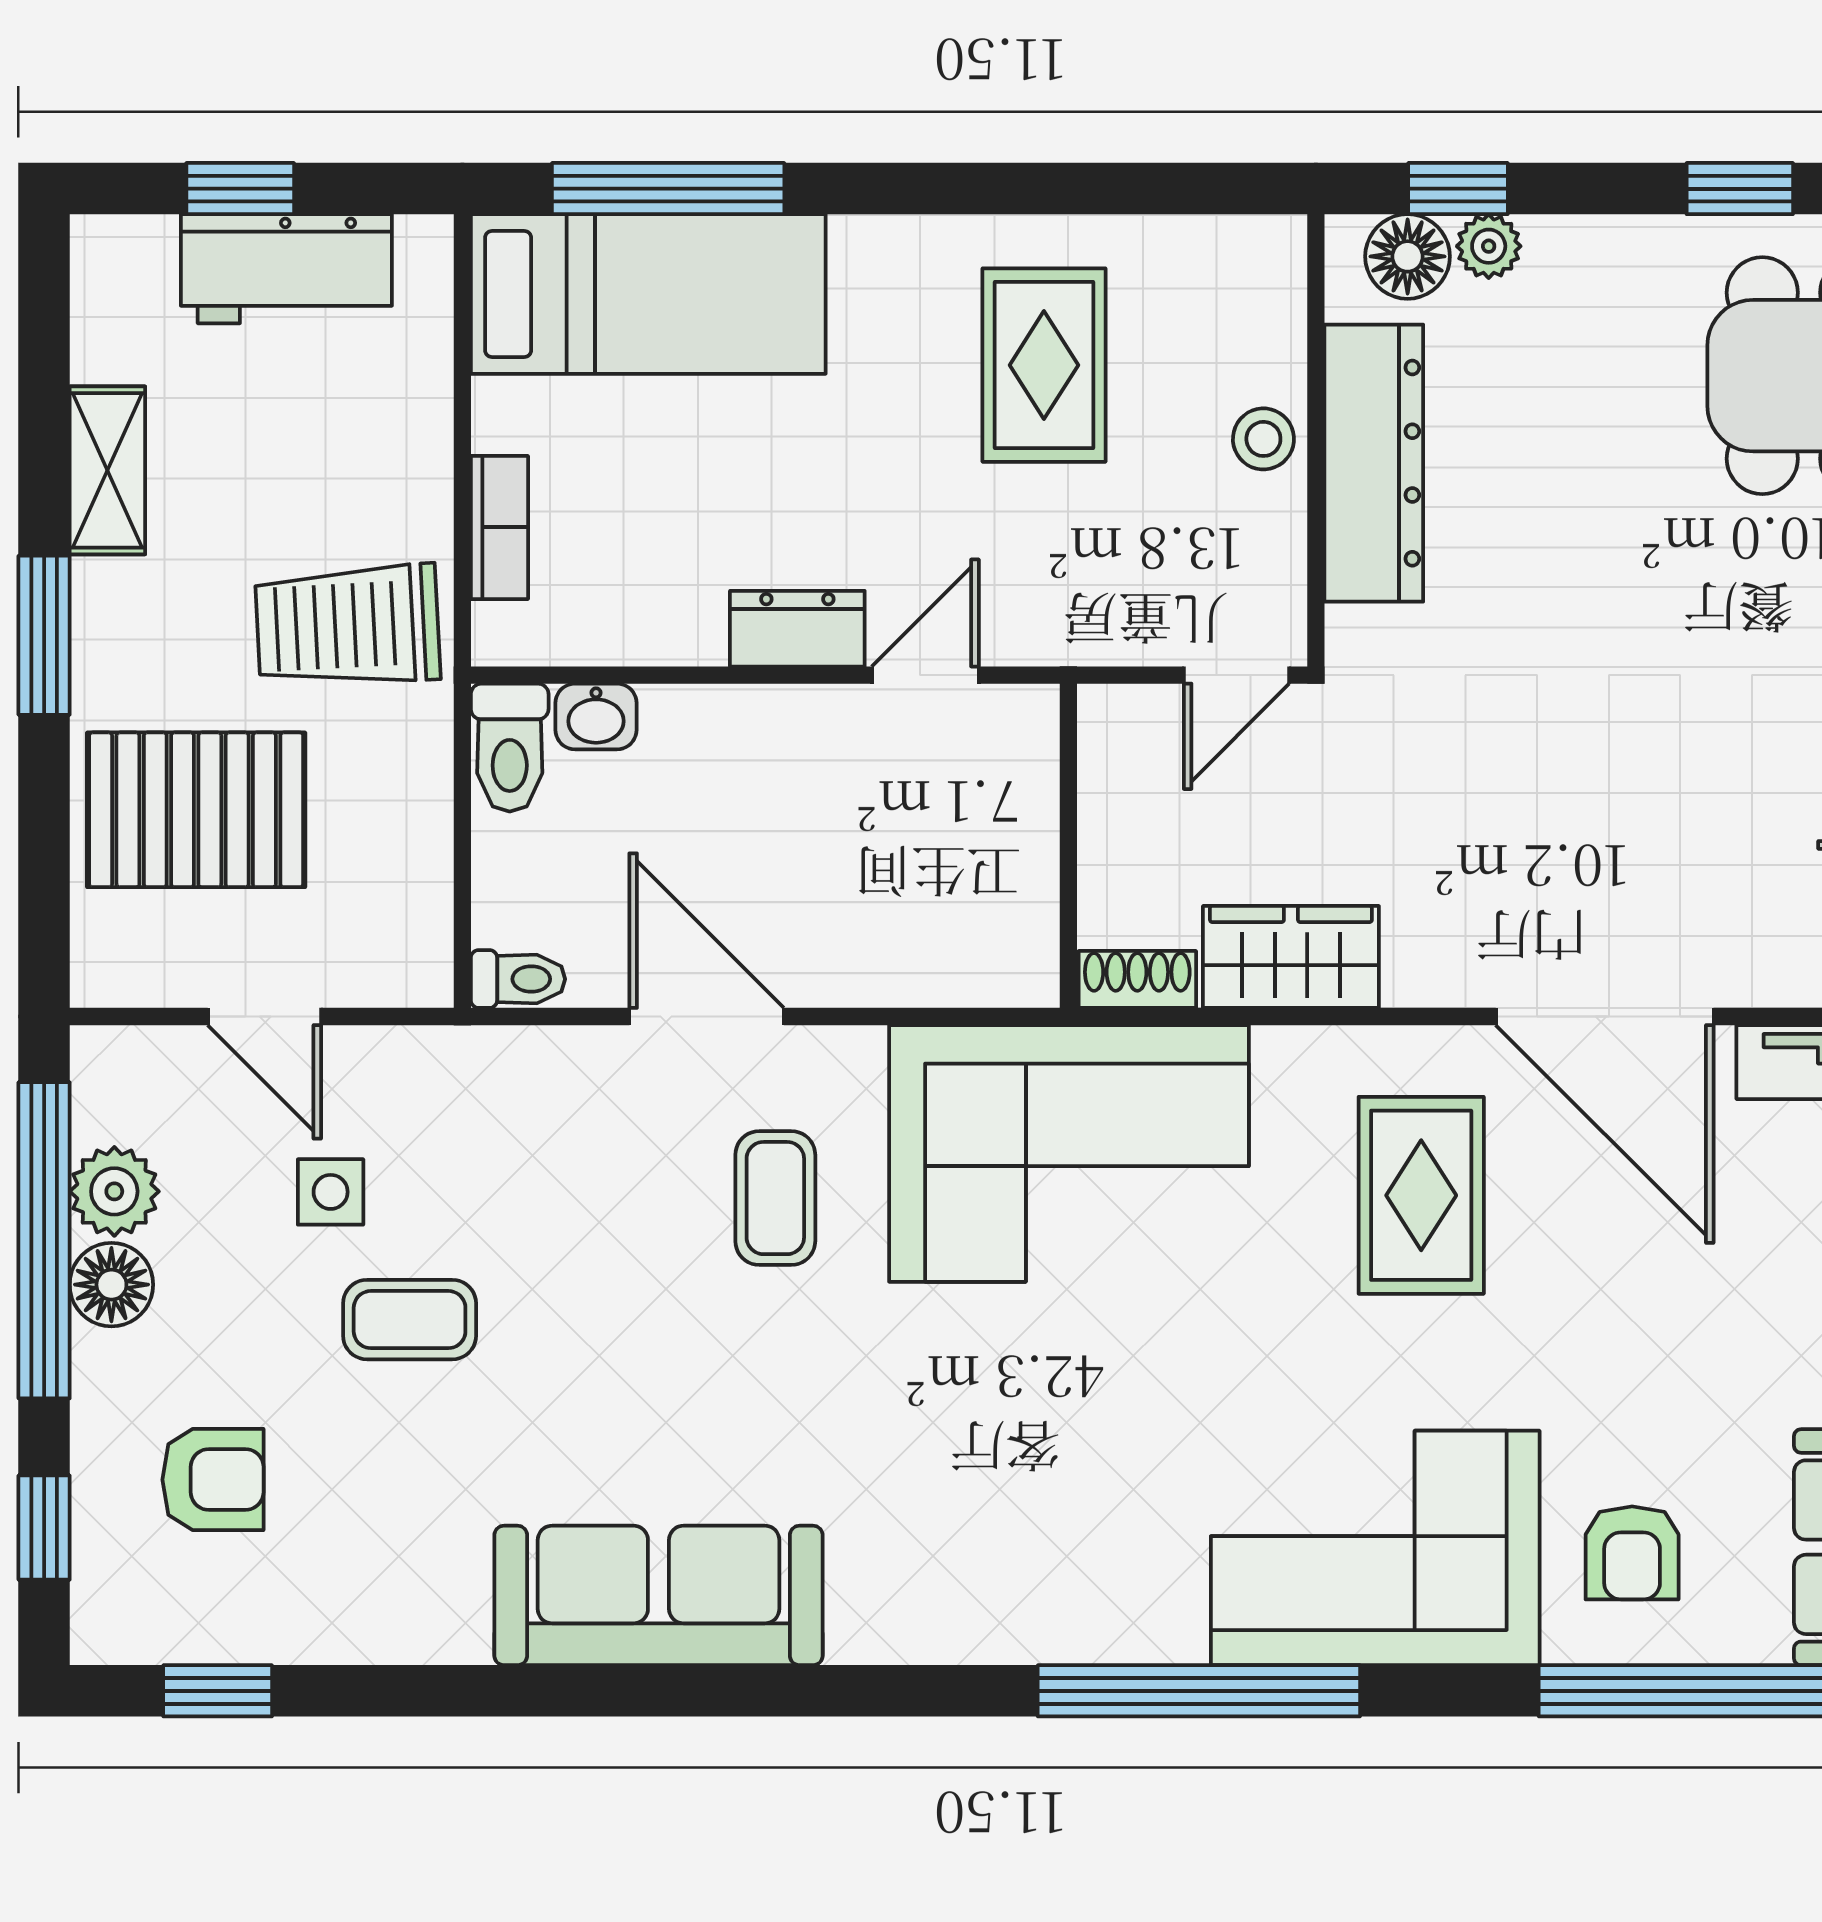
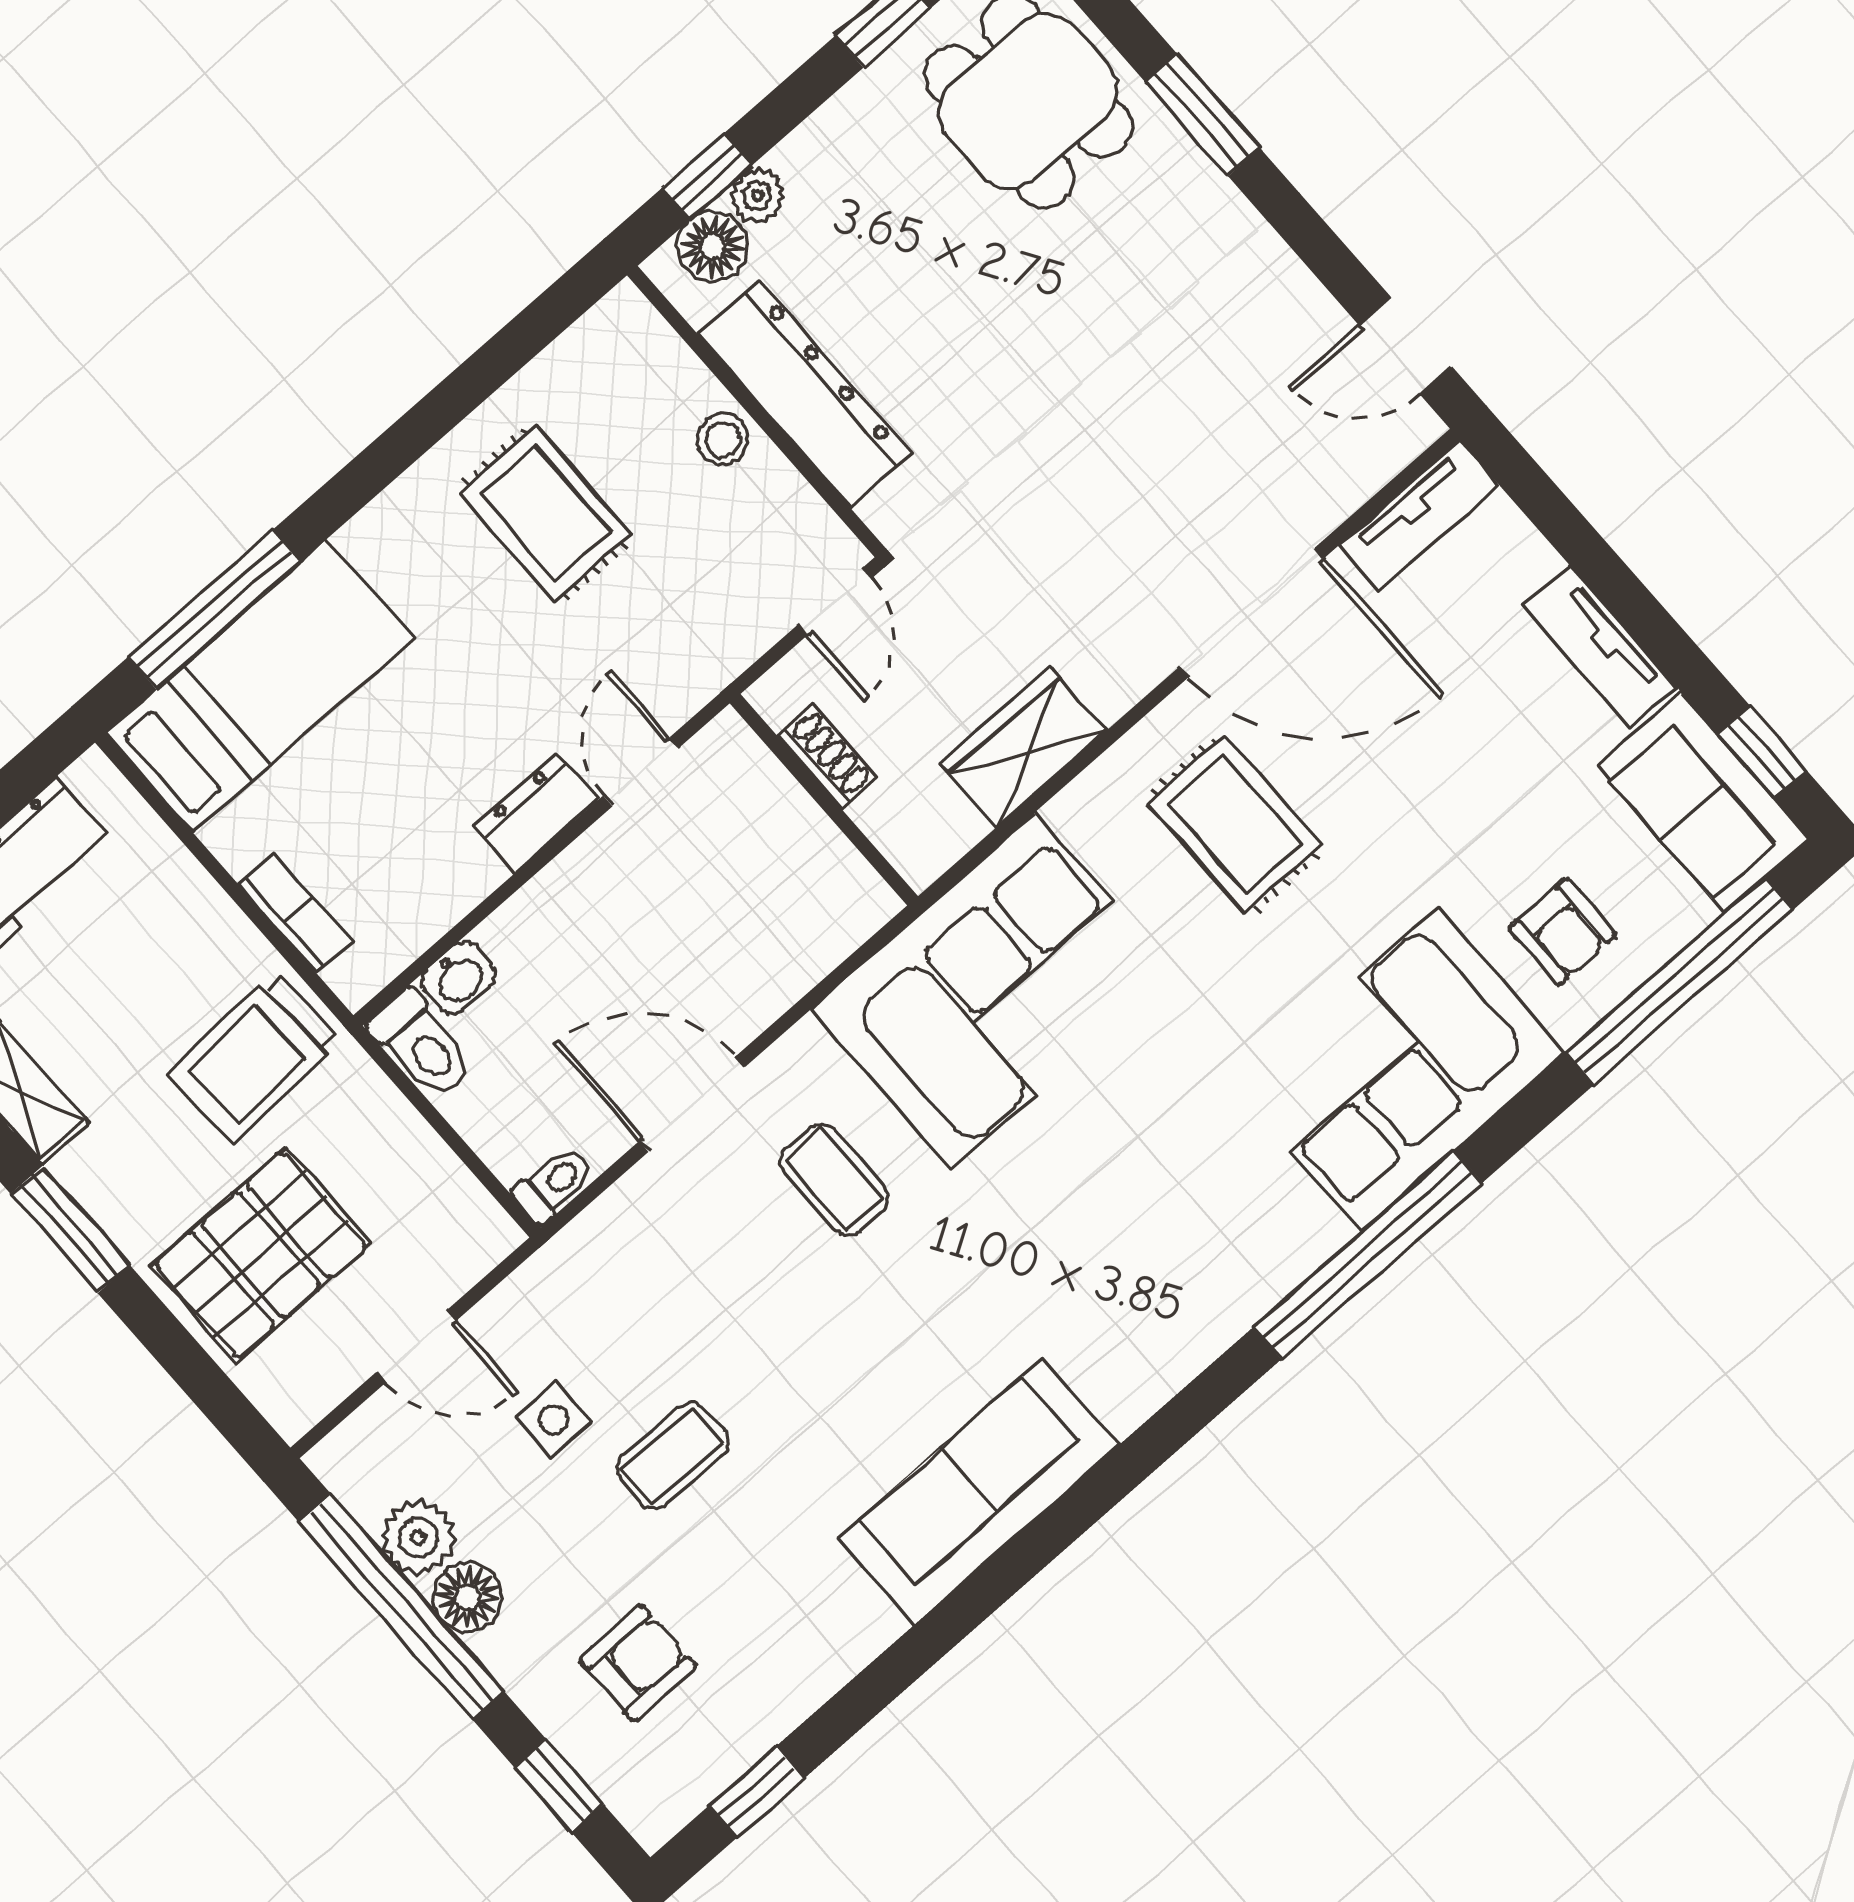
shoe rack: (1137, 979) -> (827, 757), moved, turned 90

